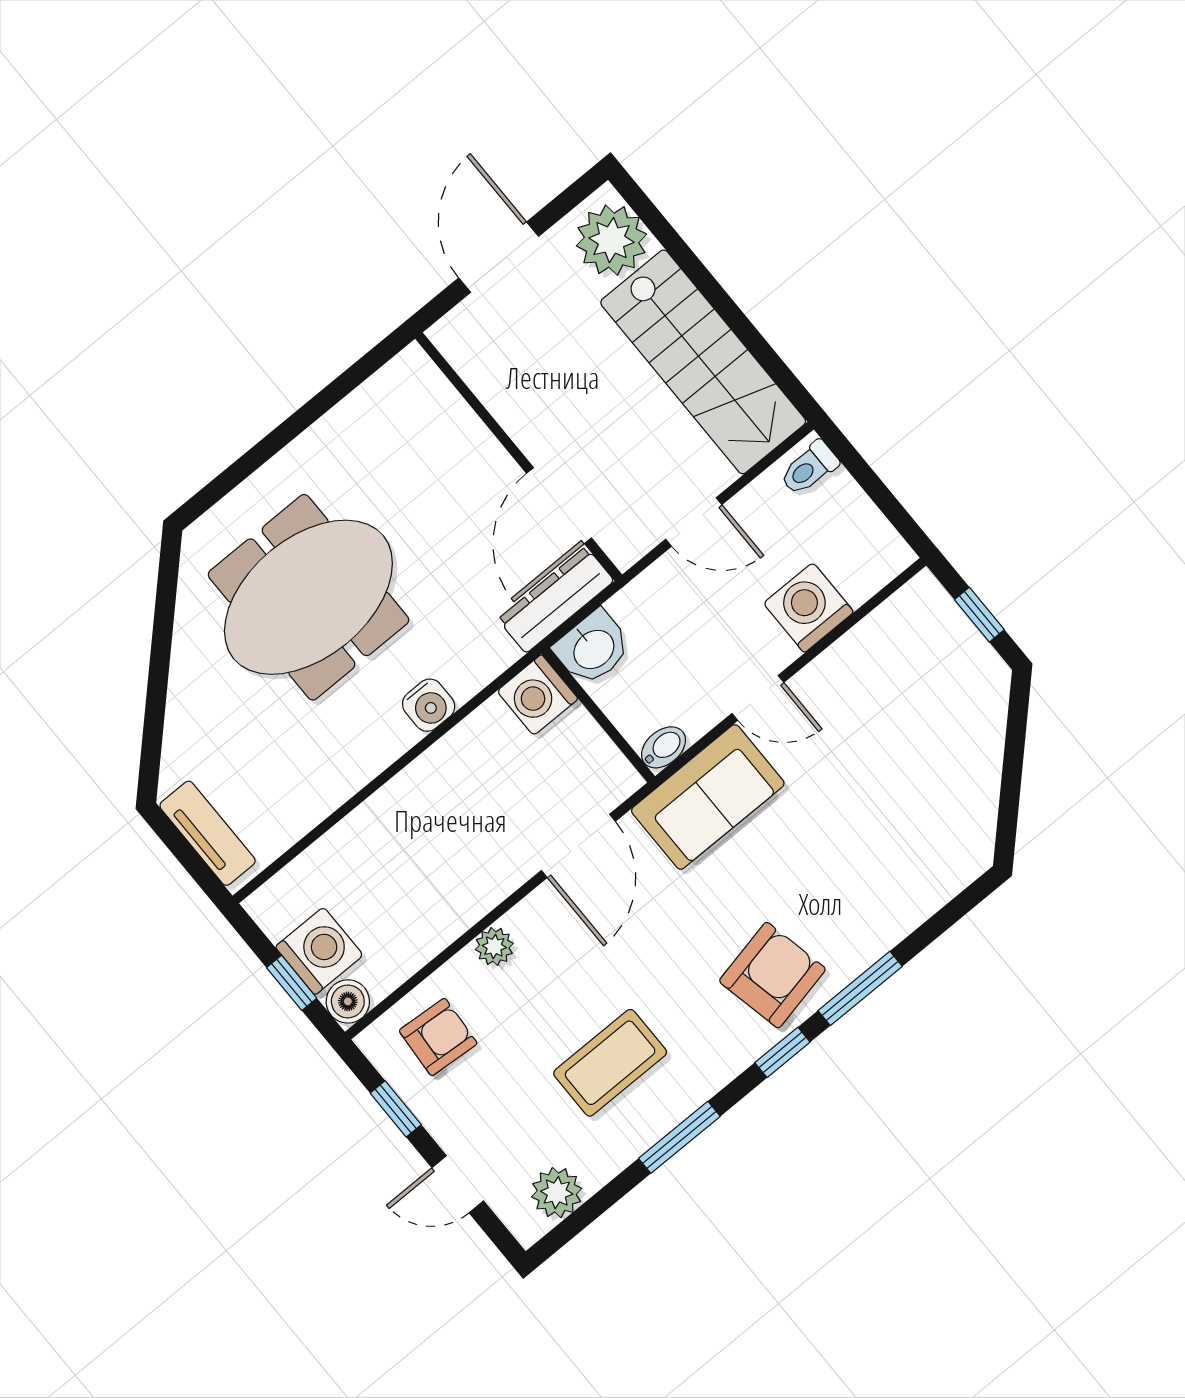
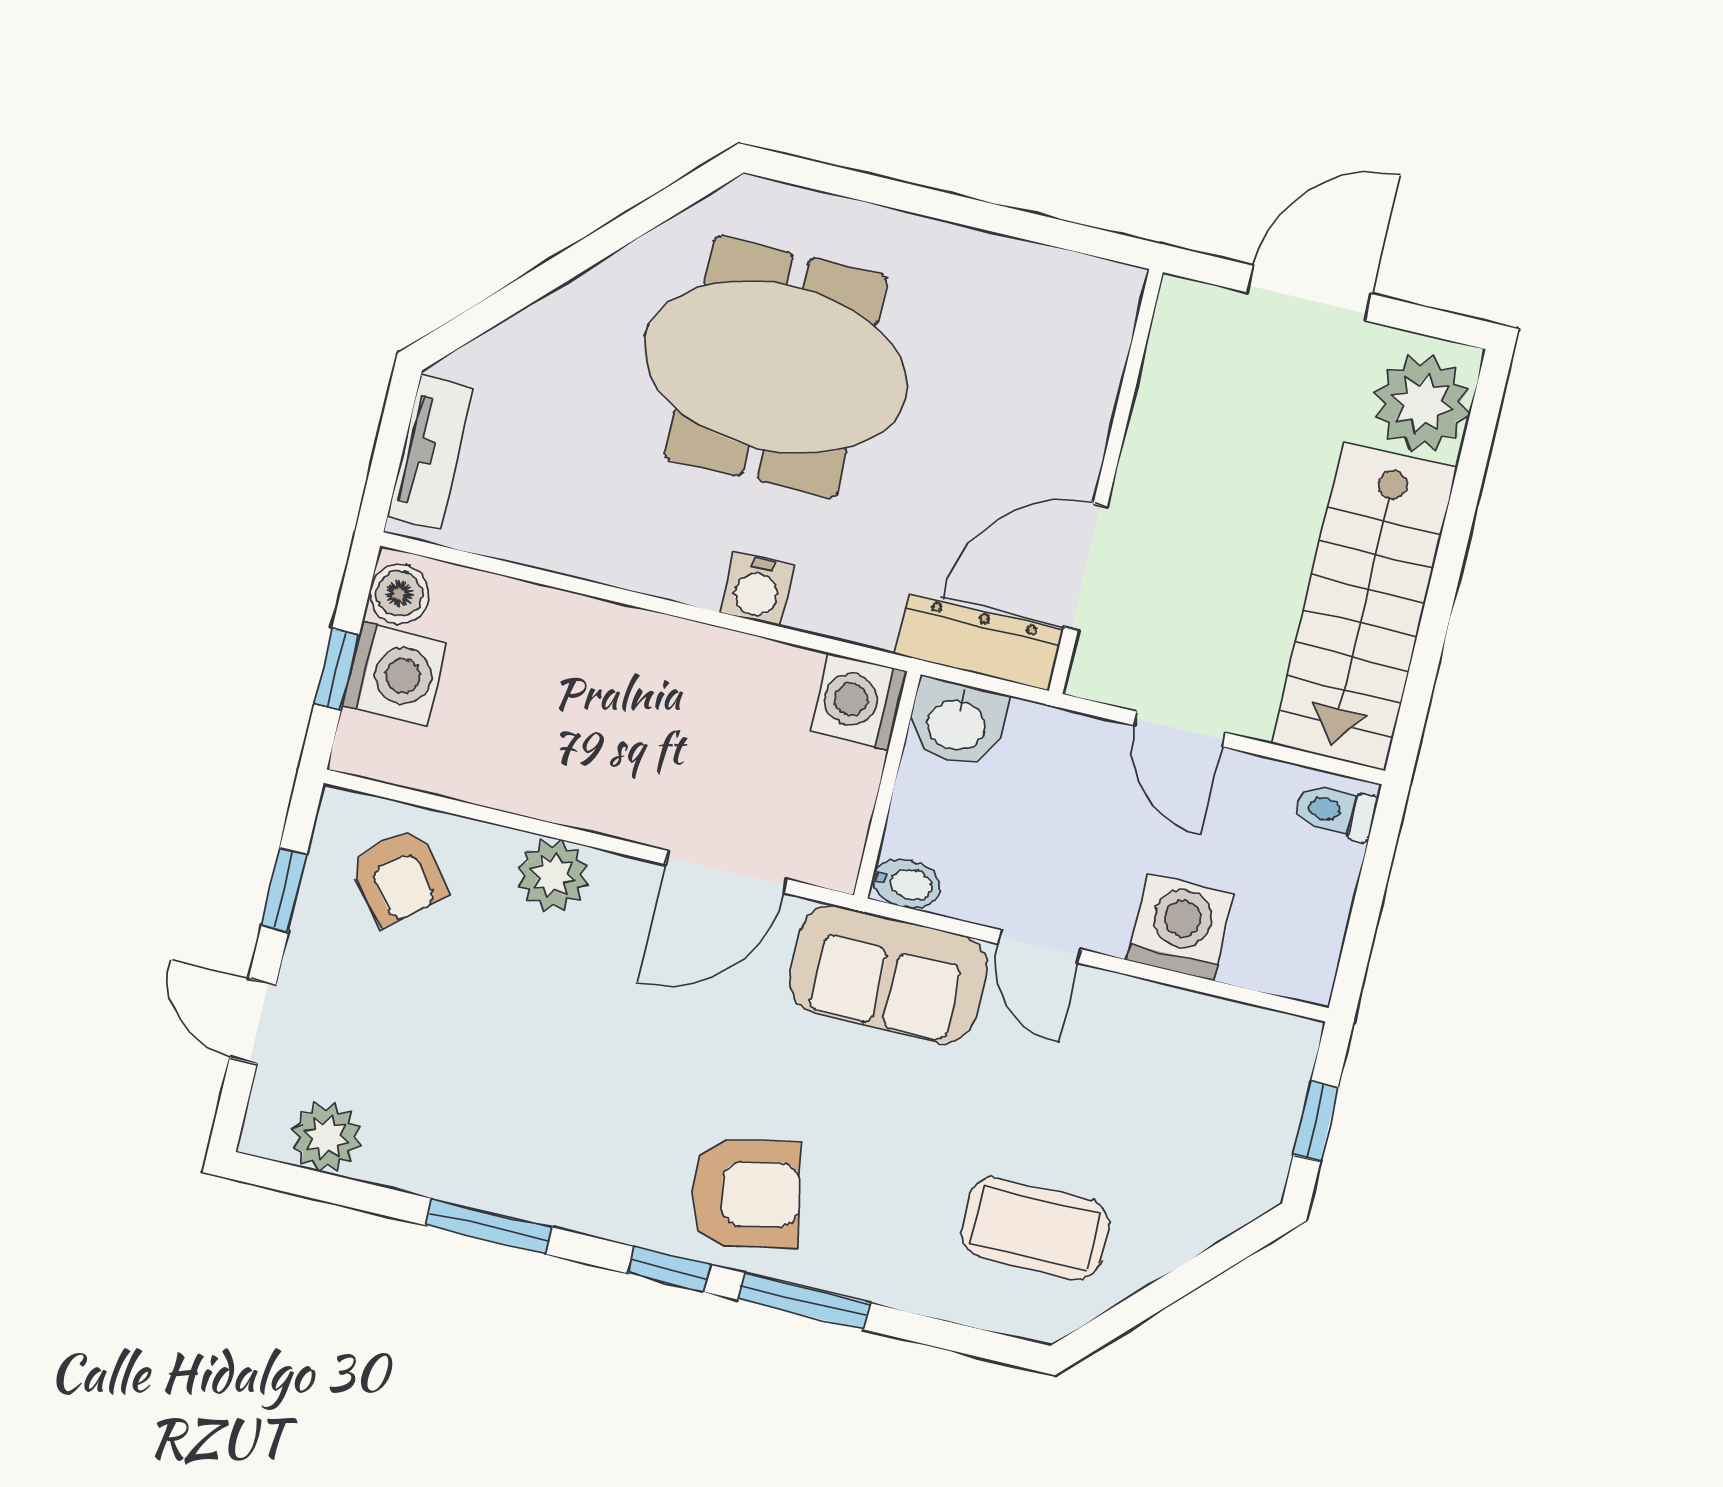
plant: (494, 946) -> (553, 875), width x1.38, depth x1.38
boiler: (348, 1001) -> (399, 594), moved
armchair: (438, 1037) -> (399, 877), turned 47
coffee table: (610, 1063) -> (1035, 1228), moved

